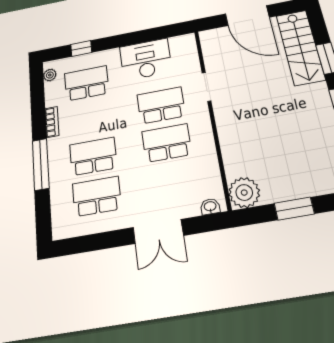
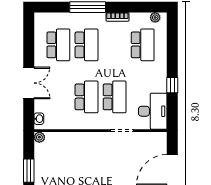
window: (81, 48) -> (172, 85), moved
desk: (146, 59) -> (153, 111), moved
plant: (244, 193) -> (39, 137), width x0.53, depth x0.53
double door: (158, 231) -> (29, 83), swing flipped

